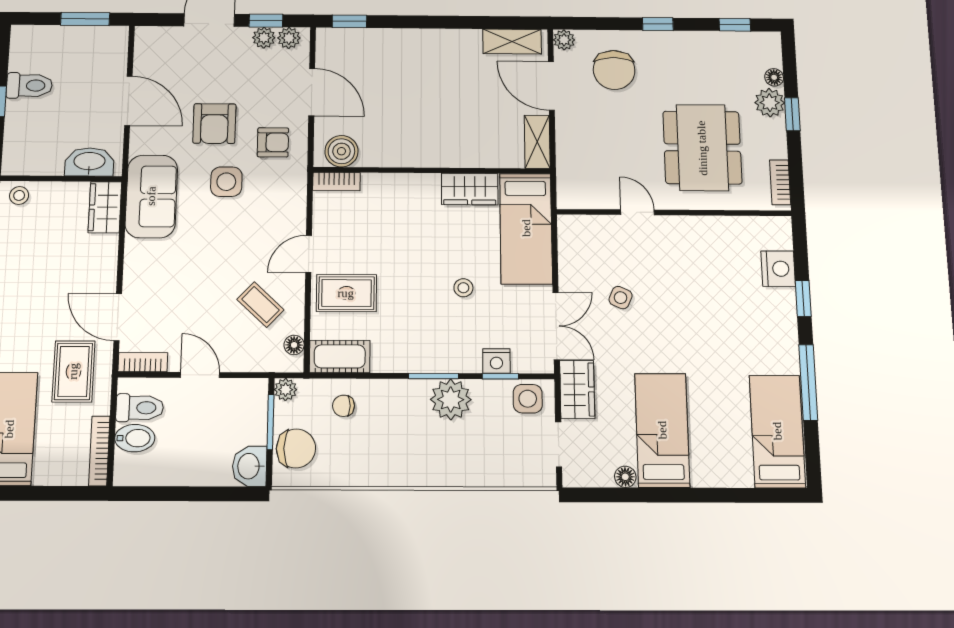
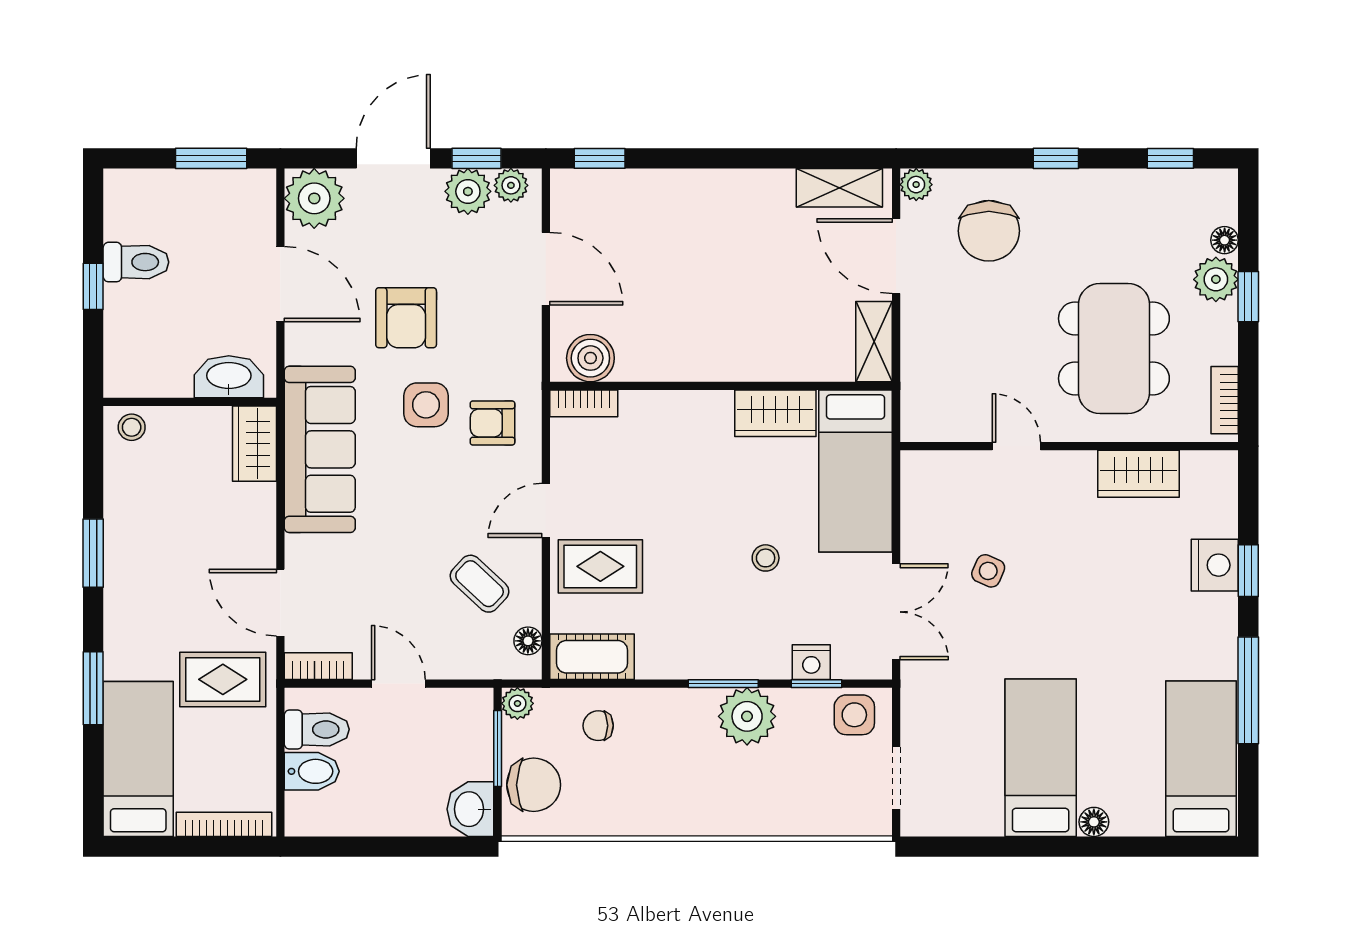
plant: (264, 38) -> (468, 191), width x1.38, depth x1.38
plant: (154, 45) -> (314, 198), added
armchair: (273, 142) -> (492, 423), moved, turned 180
sofa: (151, 196) -> (320, 449), width x1.36
nightstand: (778, 269) -> (1215, 565), moved
rug: (73, 371) -> (223, 679), turned 90
wardrobe: (577, 389) -> (1138, 474), moved, turned 90
bookcase: (99, 451) -> (224, 824), moved, turned 90
floor lamp: (625, 477) -> (1094, 822), moved

